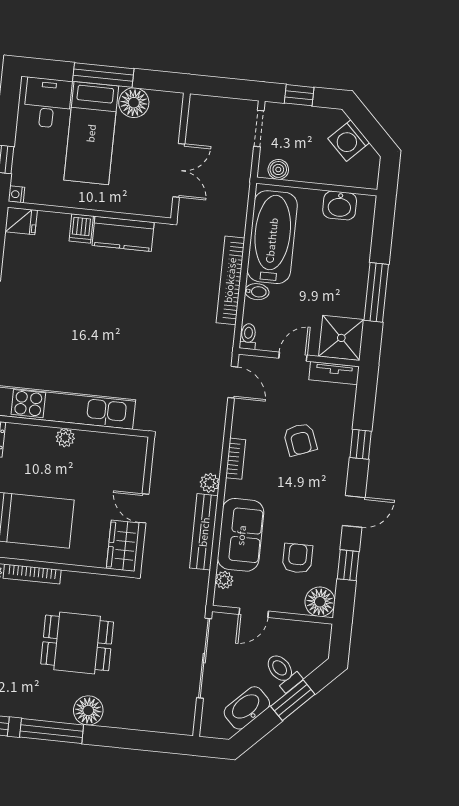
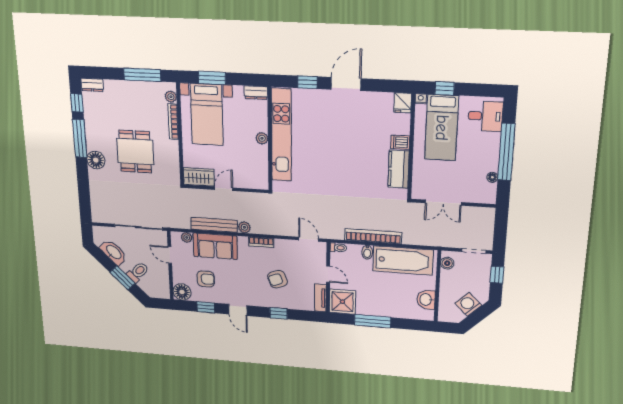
window: (103, 75) -> (506, 152), width x1.46
floor lamp: (134, 103) -> (492, 177), width x0.53, depth x0.53
bed: (91, 133) -> (442, 128), moved, turned -90
door: (233, 382) -> (309, 239), swing flipped

